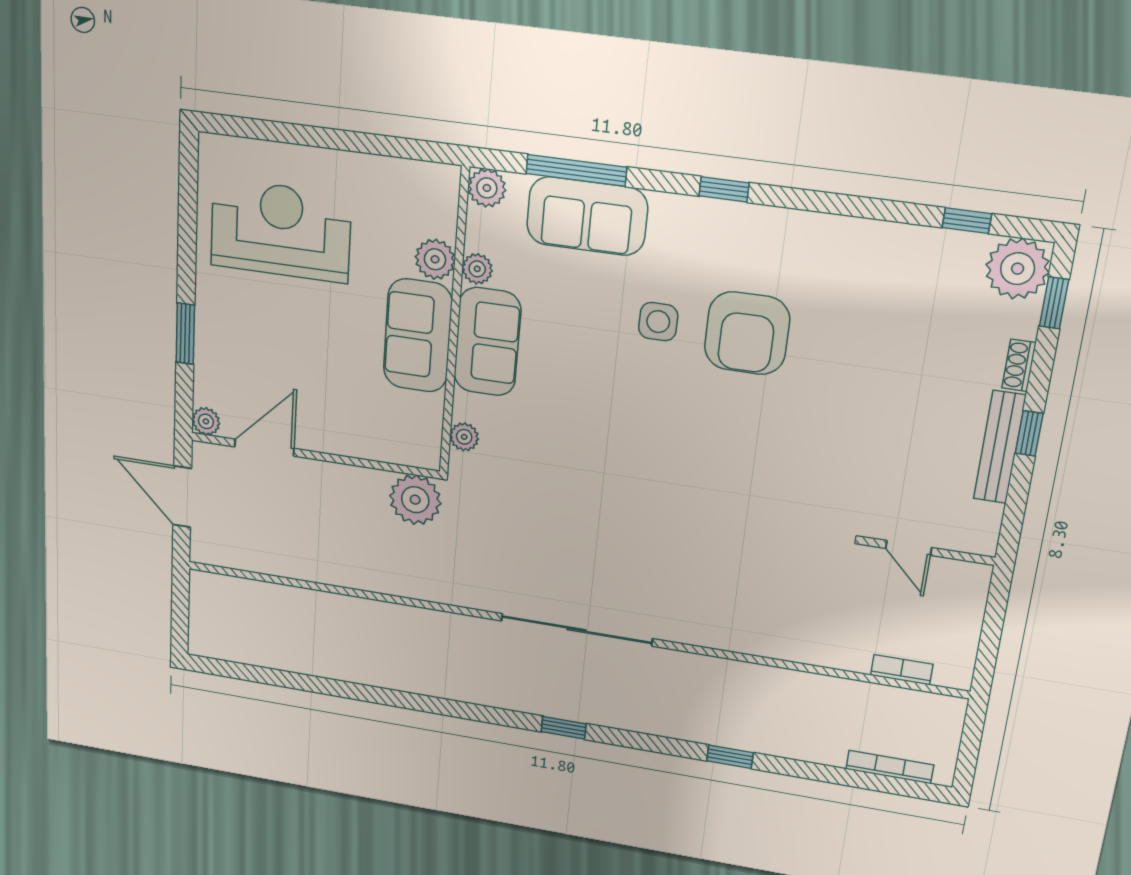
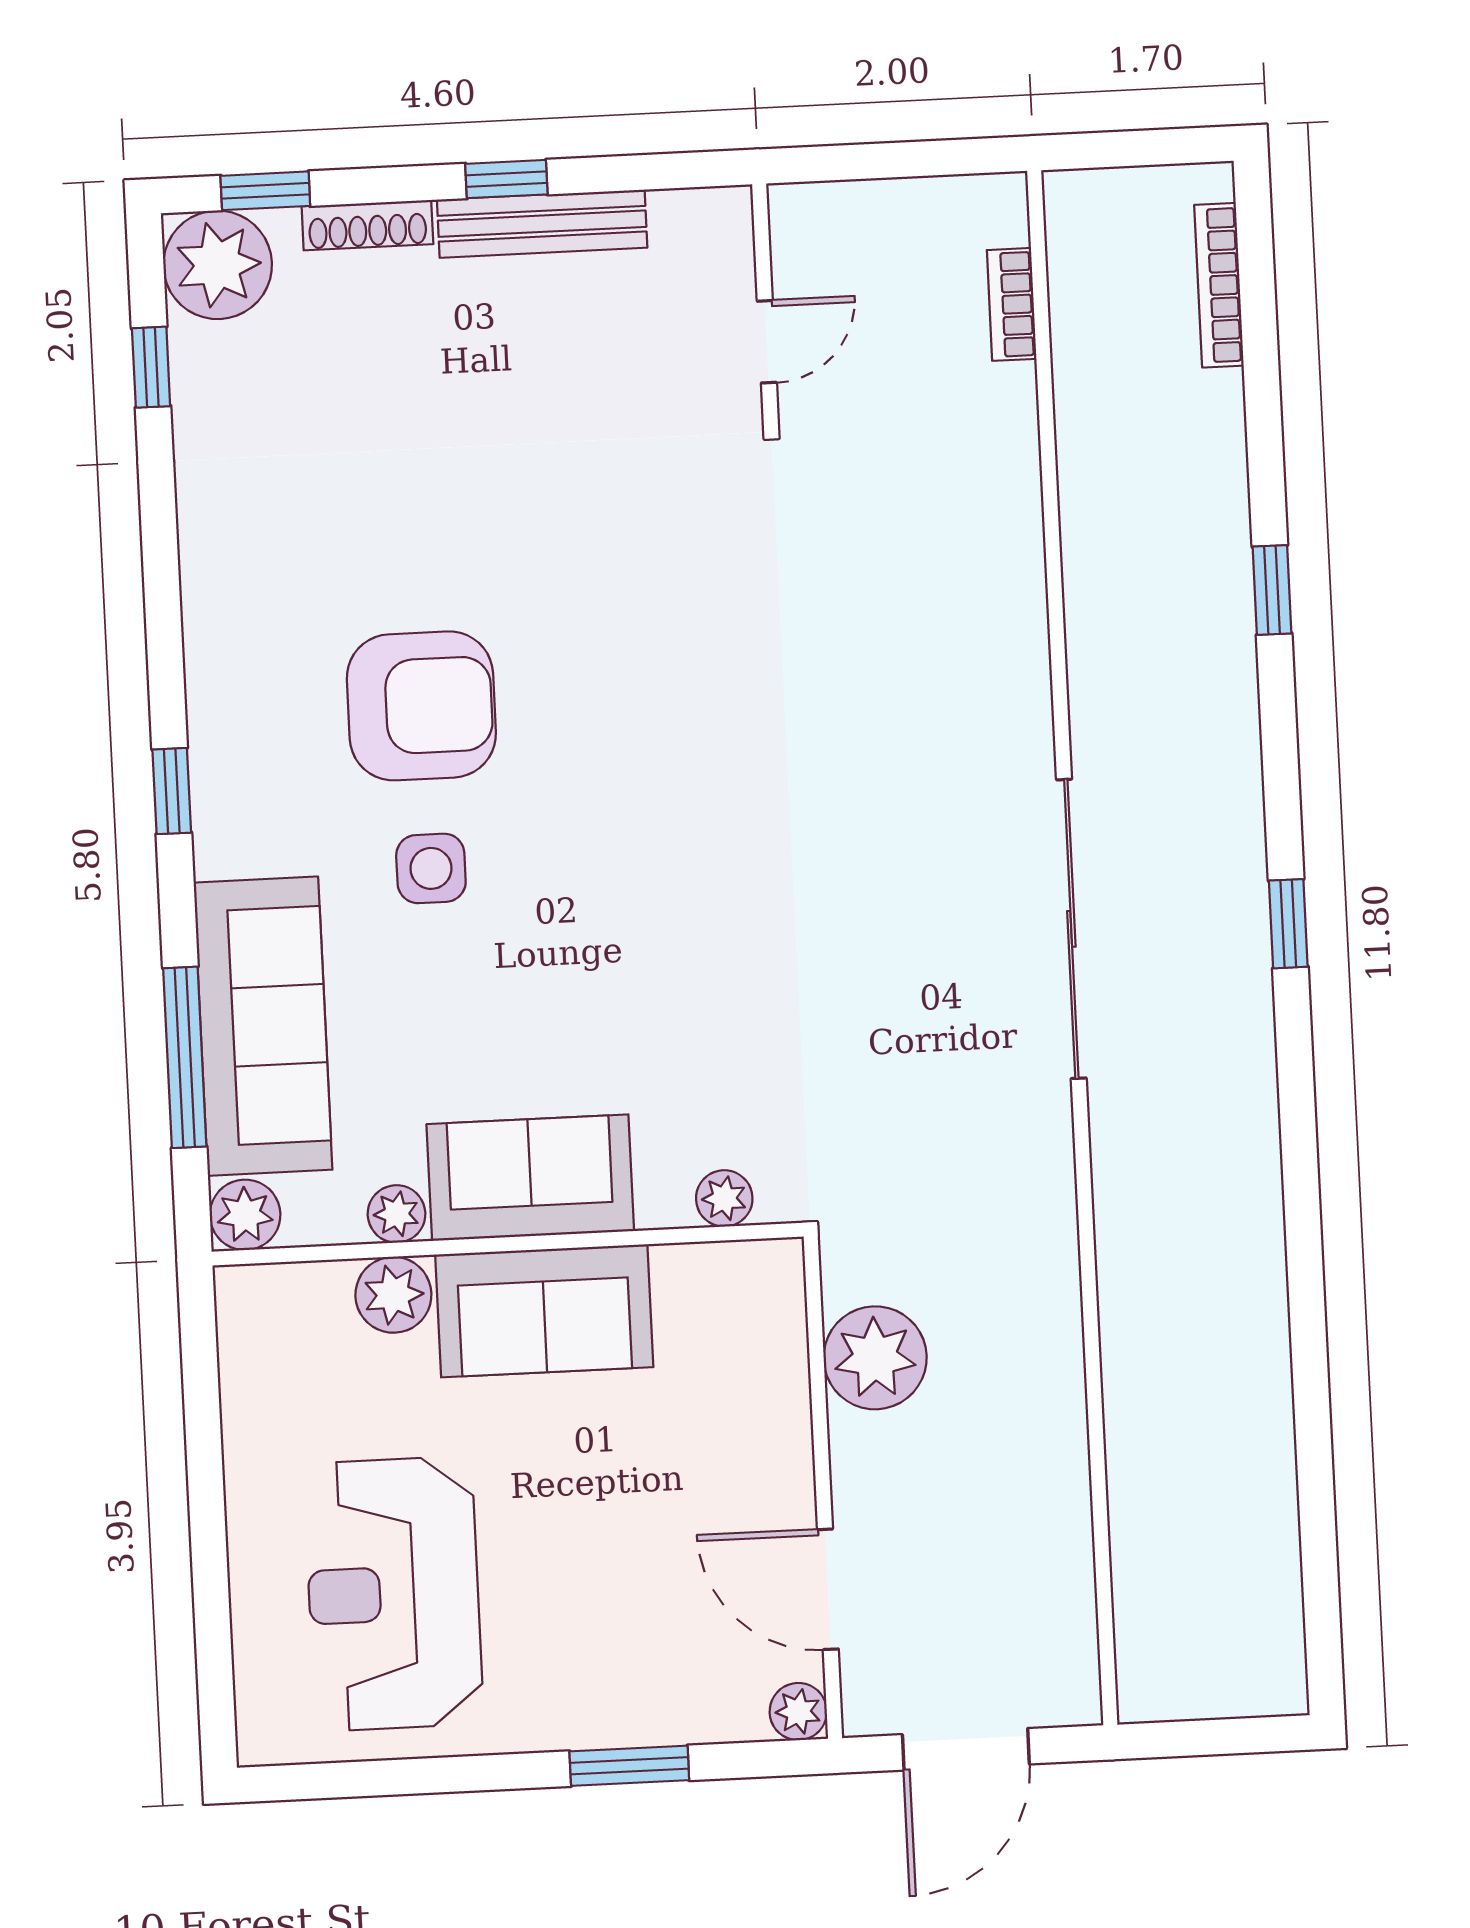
sofa: (587, 216) -> (263, 1026), width x1.36
shoe rack: (1019, 365) -> (367, 225), width x1.43
plant: (415, 500) -> (875, 1358), moved

